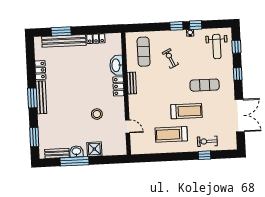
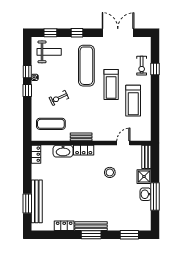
locker: (96, 39) -> (36, 154), moved
exercise mat: (205, 85) -> (86, 66), width x1.36, depth x1.45
treadmill: (186, 111) -> (111, 85), turned 180
bench: (57, 153) -> (146, 157), moved

